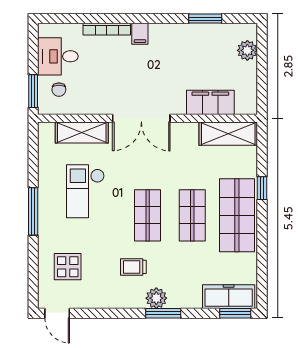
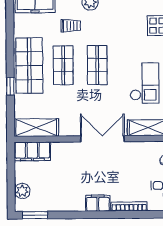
window: (205, 19) -> (35, 215), moved
filing cabinet: (140, 34) -> (98, 203), width x2.00
filing cabinet: (210, 102) -> (32, 151), moved
trolley: (133, 267) -> (71, 26), moved

